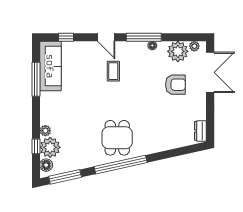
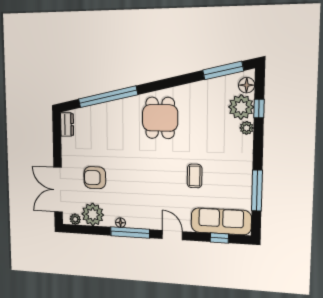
sofa: (50, 66) -> (221, 221), moved, turned 90
coffee table: (113, 71) -> (195, 176), moved
window: (121, 165) -> (108, 97), moved

